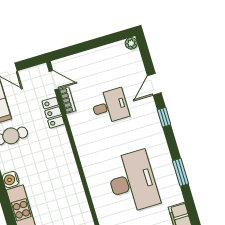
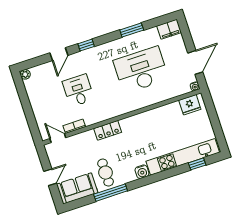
door: (54, 80) -> (58, 138), hinge flipped
door: (154, 84) -> (59, 54), hinge flipped
locker: (53, 113) -> (108, 130), moved

